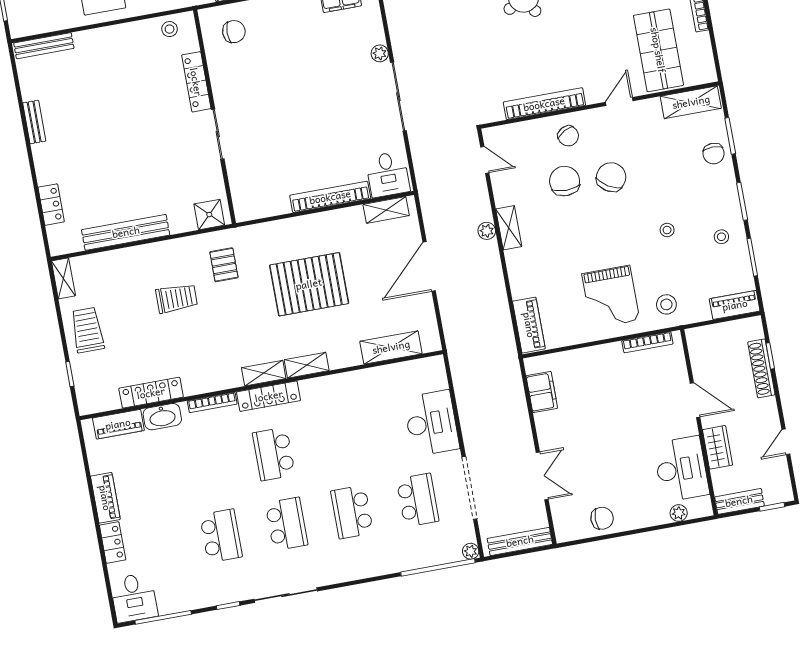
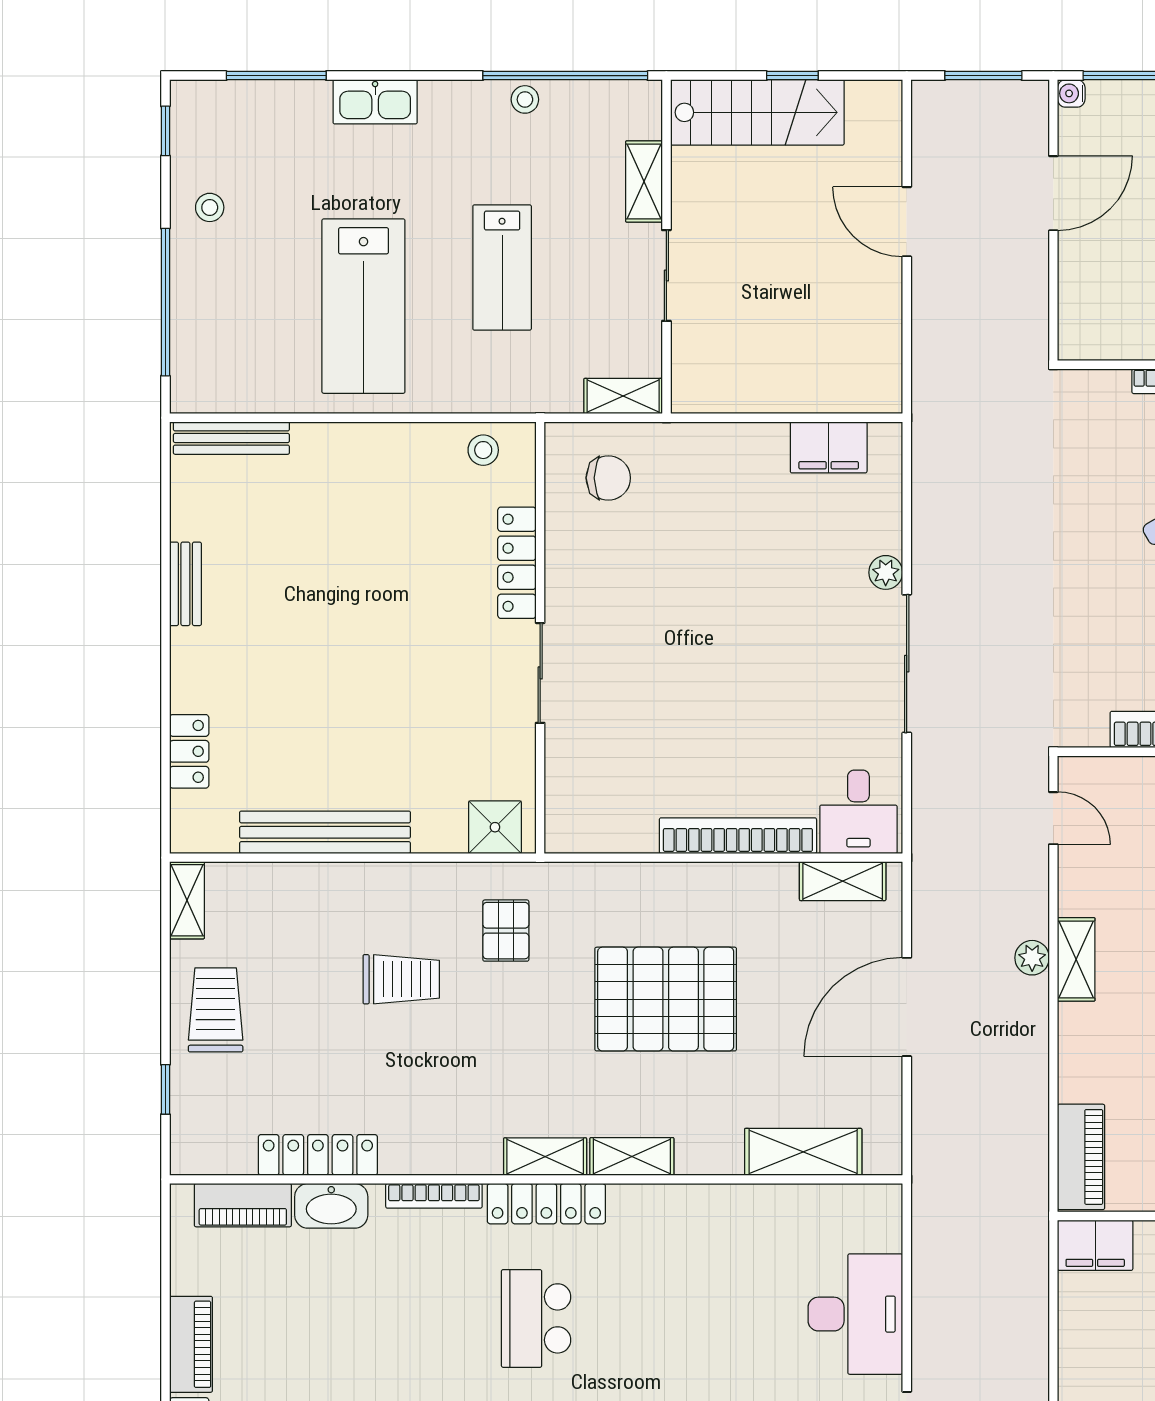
filing cabinet: (542, 392) -> (1095, 1245), moved, turned 90

